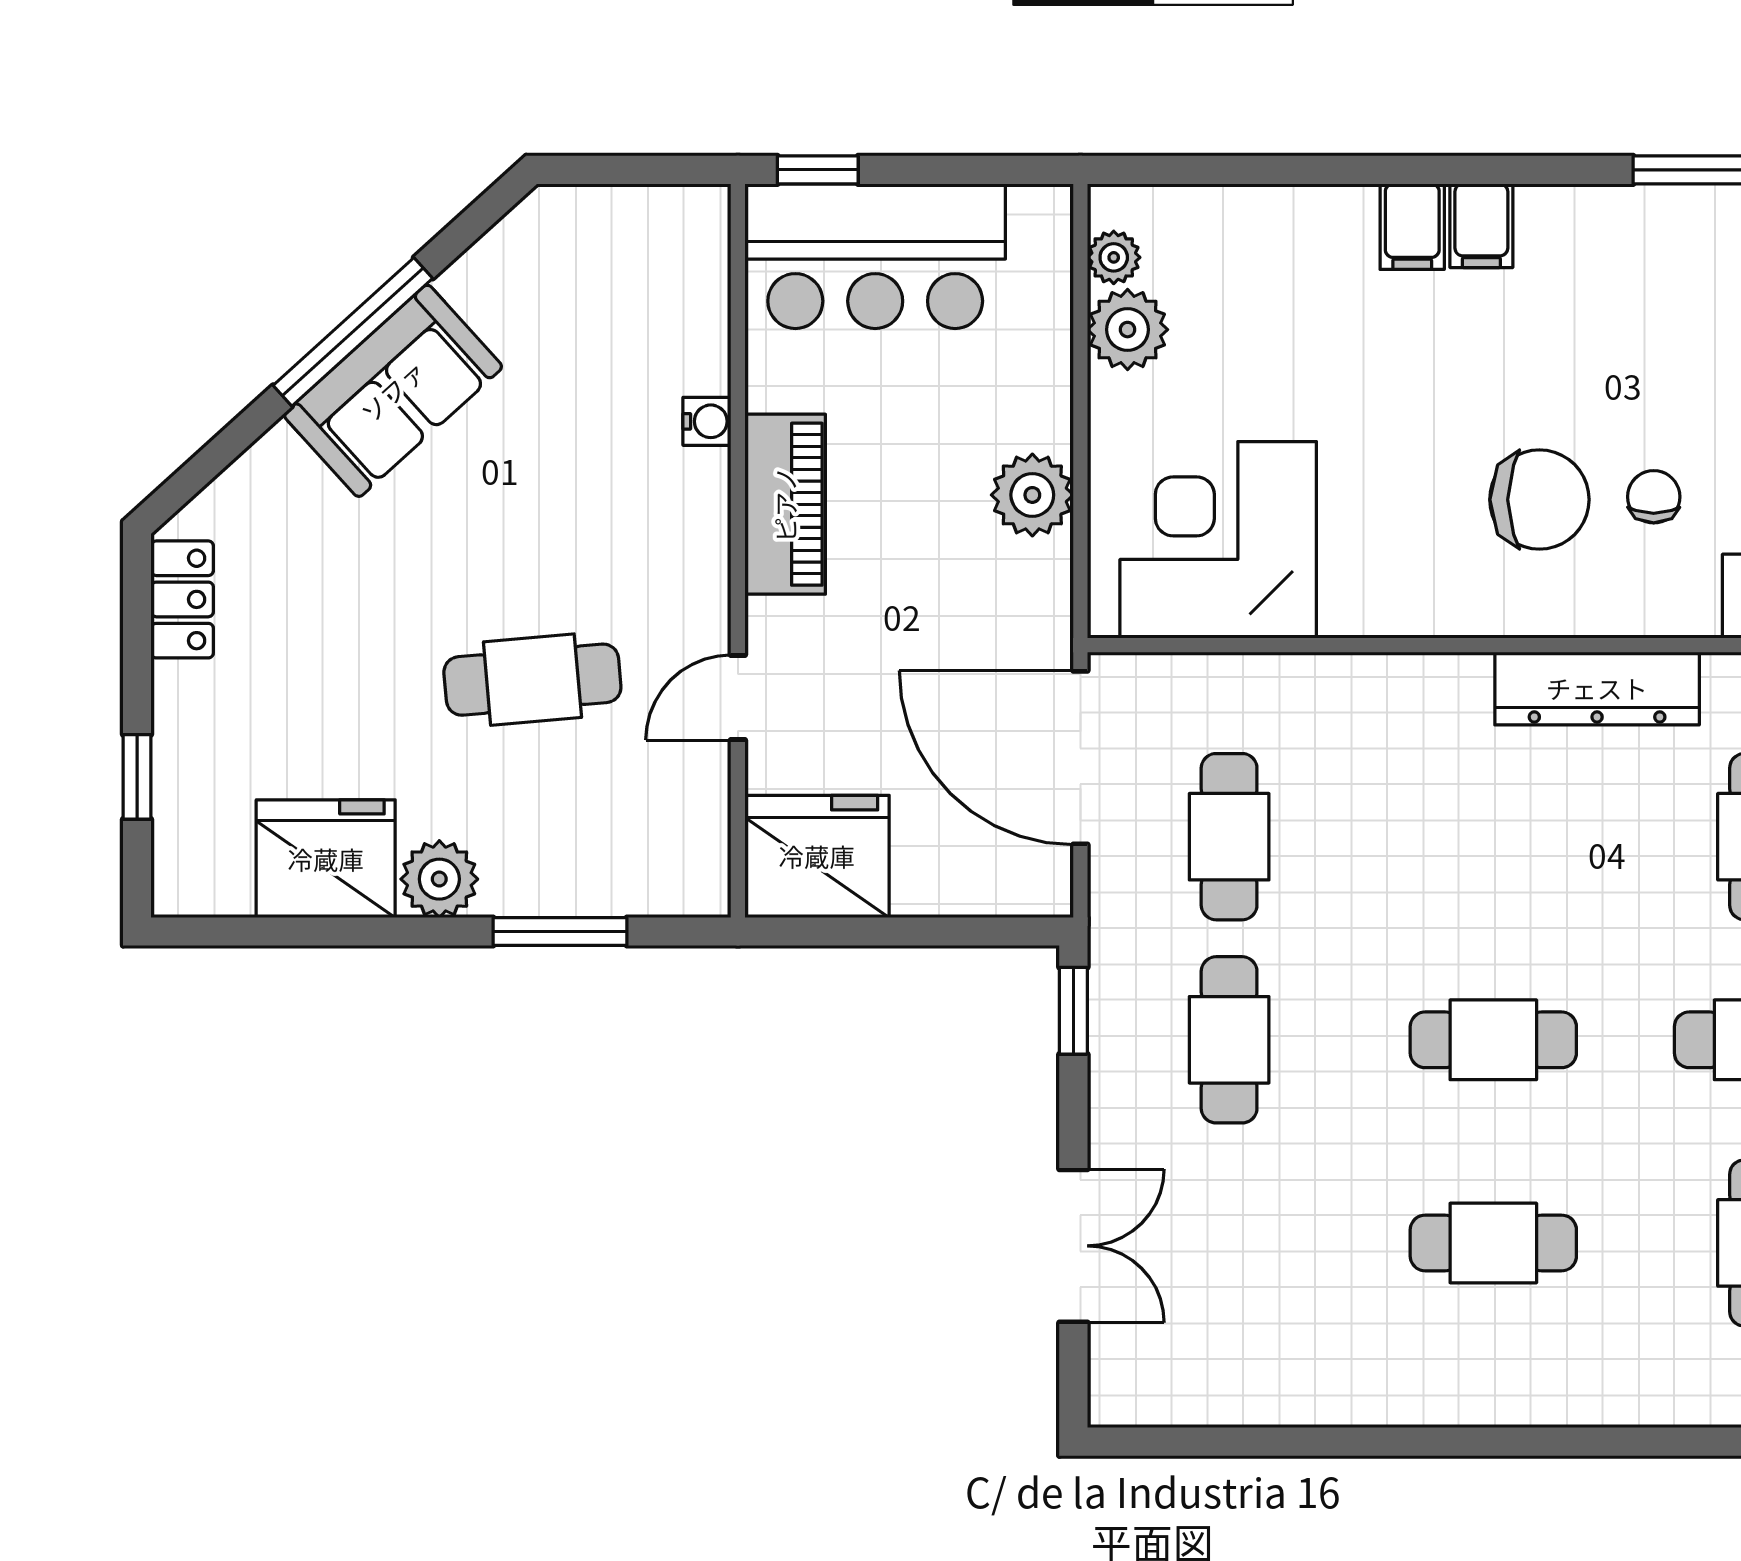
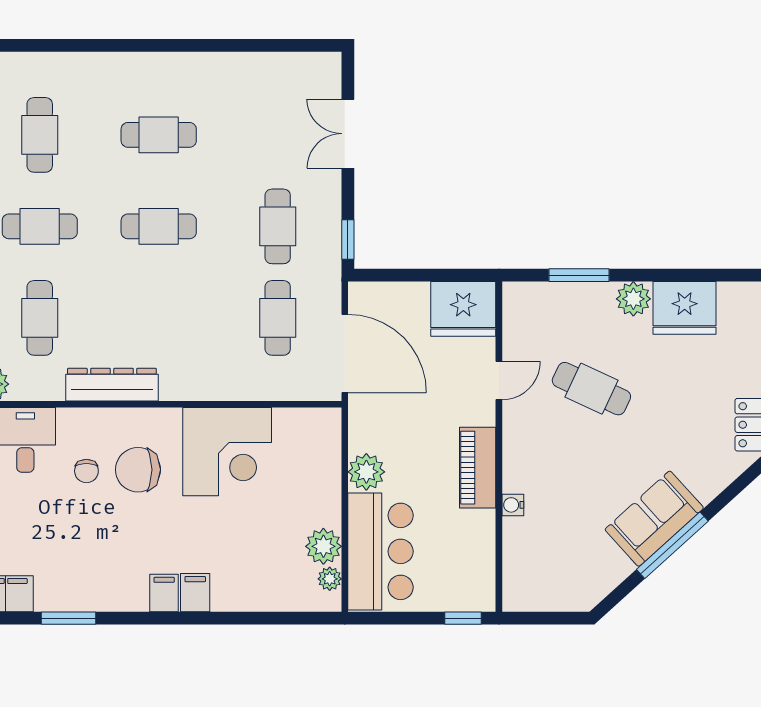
bar counter: (875, 256) -> (380, 551), moved, turned 90
corner desk: (1218, 540) -> (227, 452), moved
cafe table: (532, 680) -> (591, 389), turned 30

